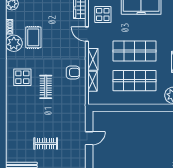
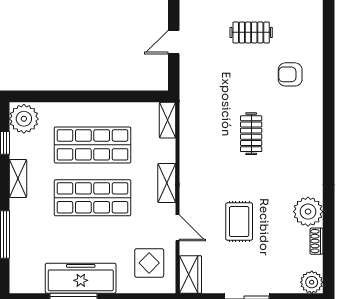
rug: (33, 37) -> (239, 221), moved
armchair: (73, 72) -> (290, 74), moved
display table: (22, 77) -> (293, 151), removed
shelving: (93, 81) -> (168, 120), moved

